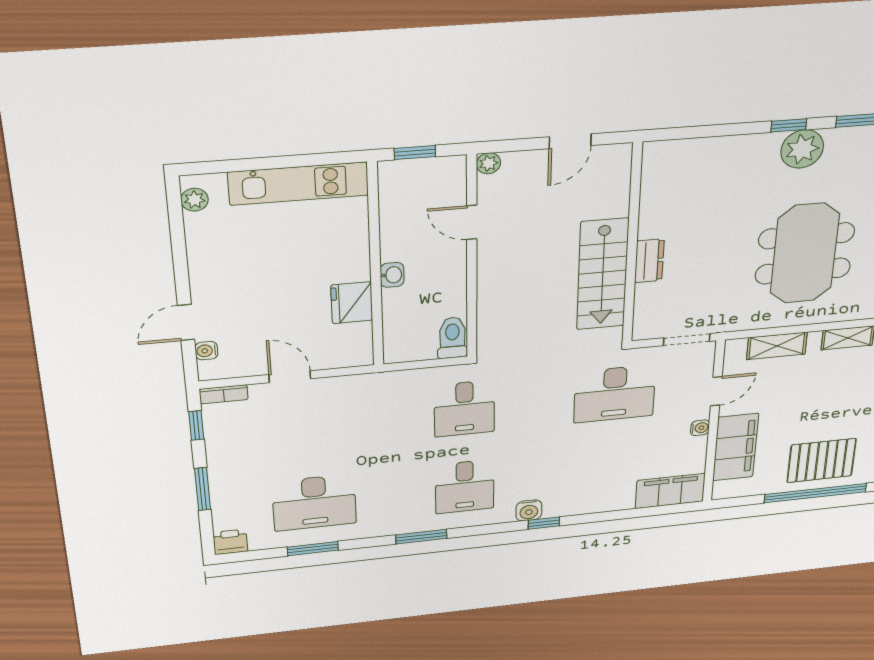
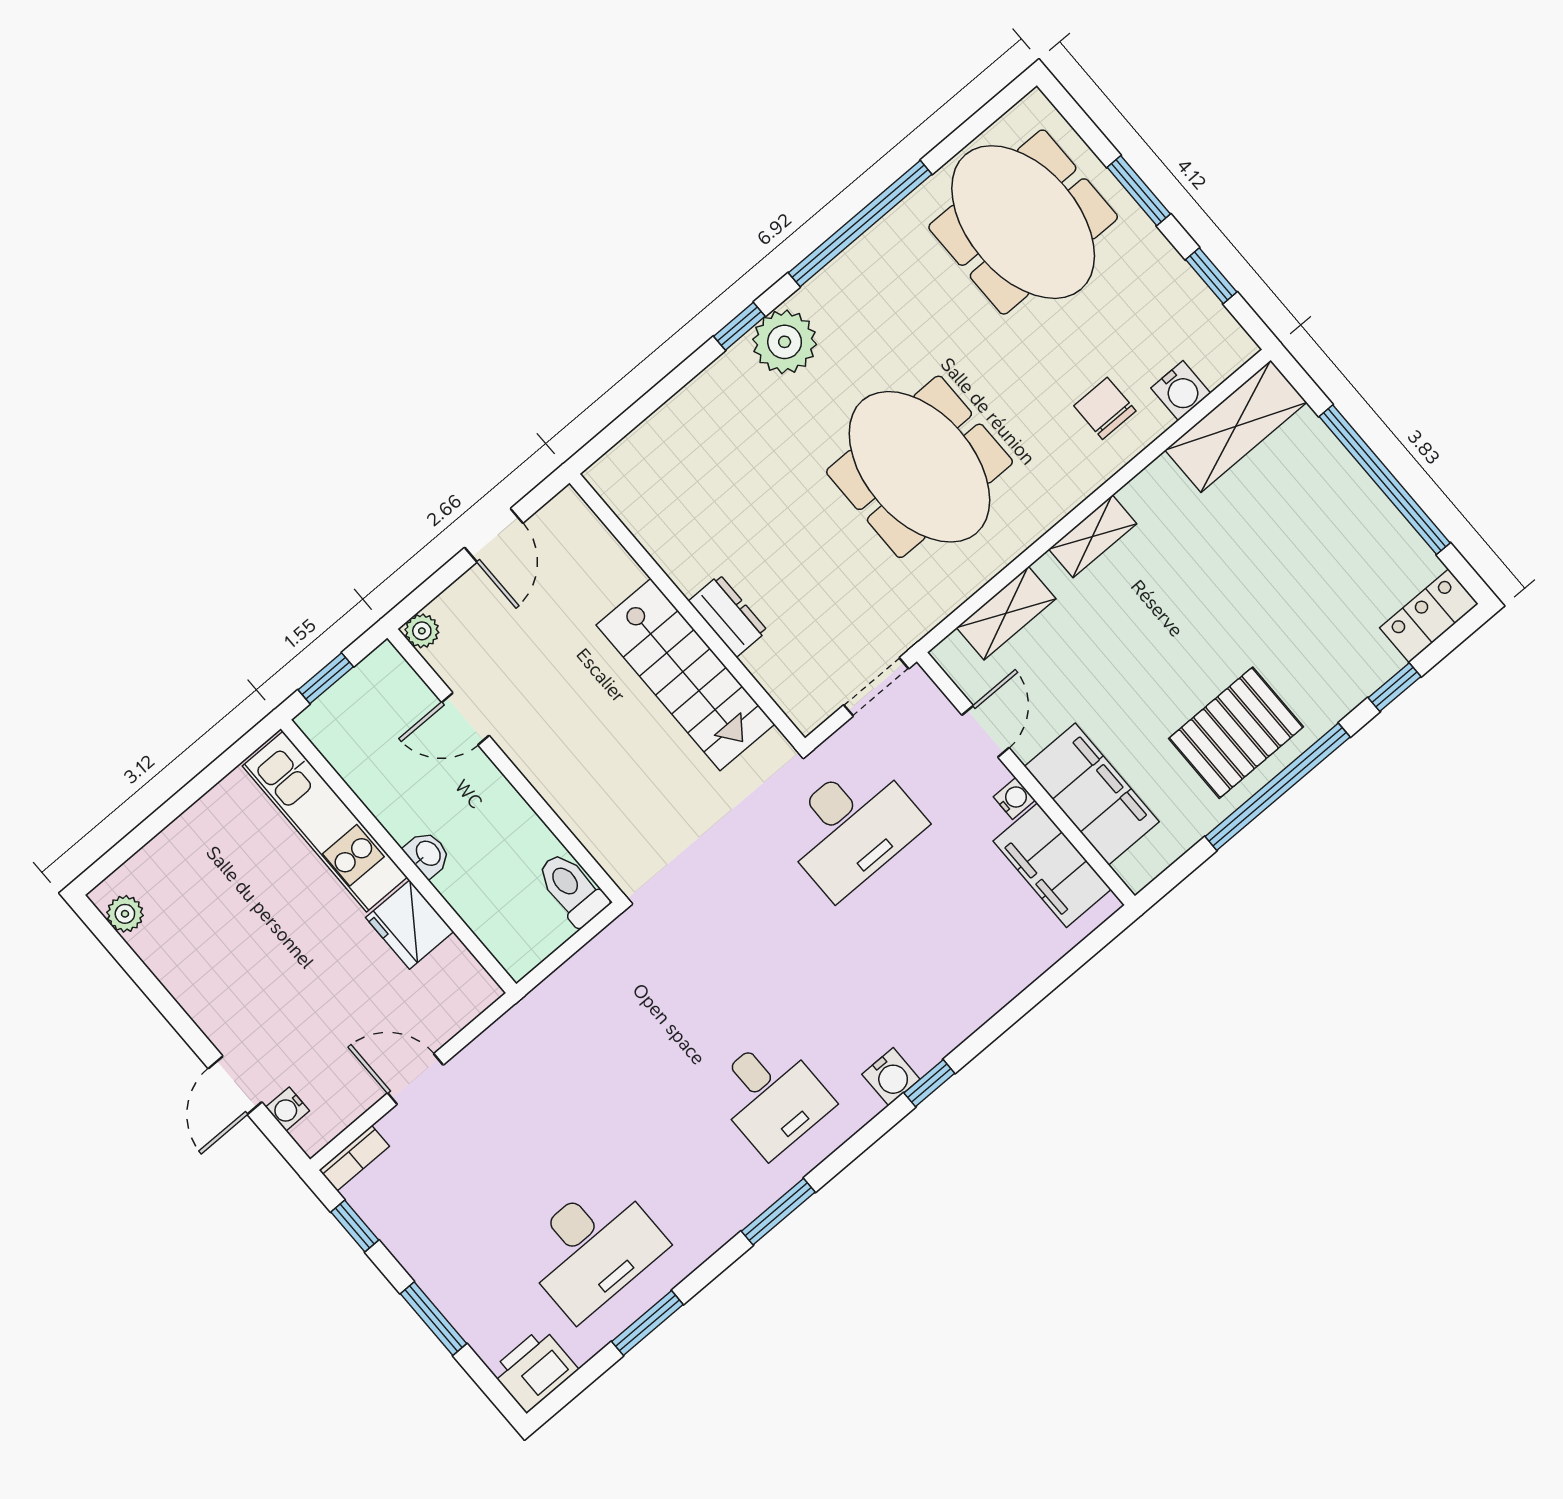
kitchen unit: (299, 184) -> (325, 822), moved, turned 90
desk: (464, 409) -> (672, 979), removed
filing cabinet: (670, 491) -> (1052, 865), moved, turned -90
printer: (230, 542) -> (534, 1370), width x1.36, depth x1.24

